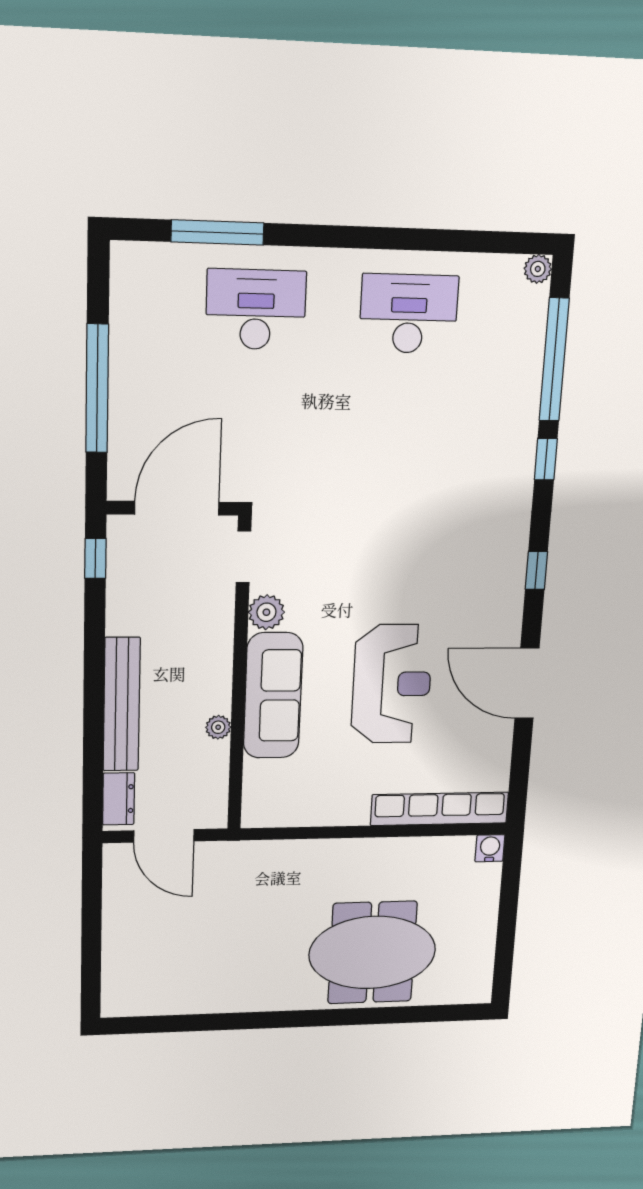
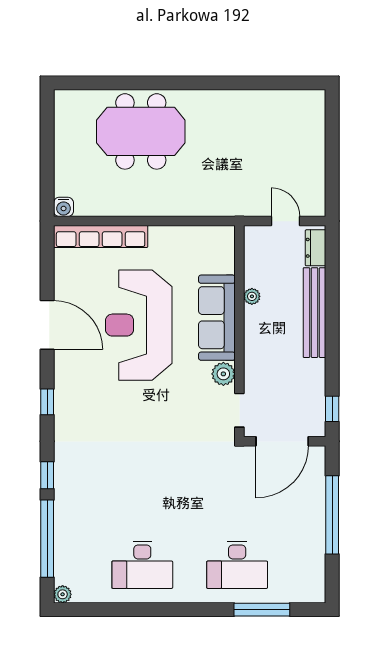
reception desk: (392, 684) -> (139, 325), width x1.36, depth x1.30
door: (164, 836) -> (286, 221), width x0.73

